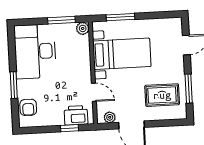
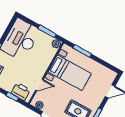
door: (94, 92) -> (39, 85), hinge flipped

